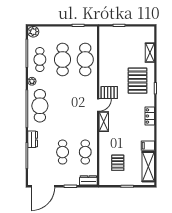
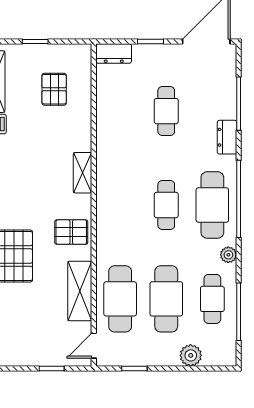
plant: (33, 32) -> (191, 355), moved
shelving: (105, 63) -> (80, 291), added
door: (98, 105) -> (94, 346), moved
cafe table: (85, 152) -> (166, 205), moved

